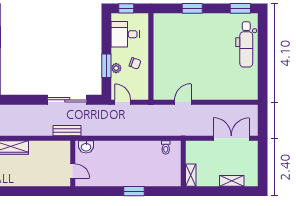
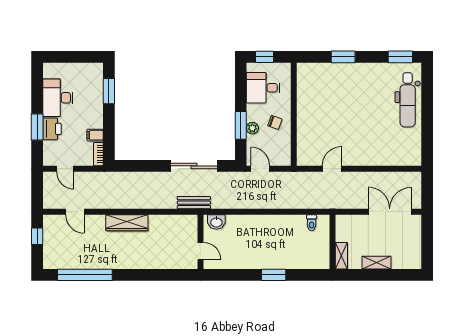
shelving: (232, 181) -> (376, 263), moved

